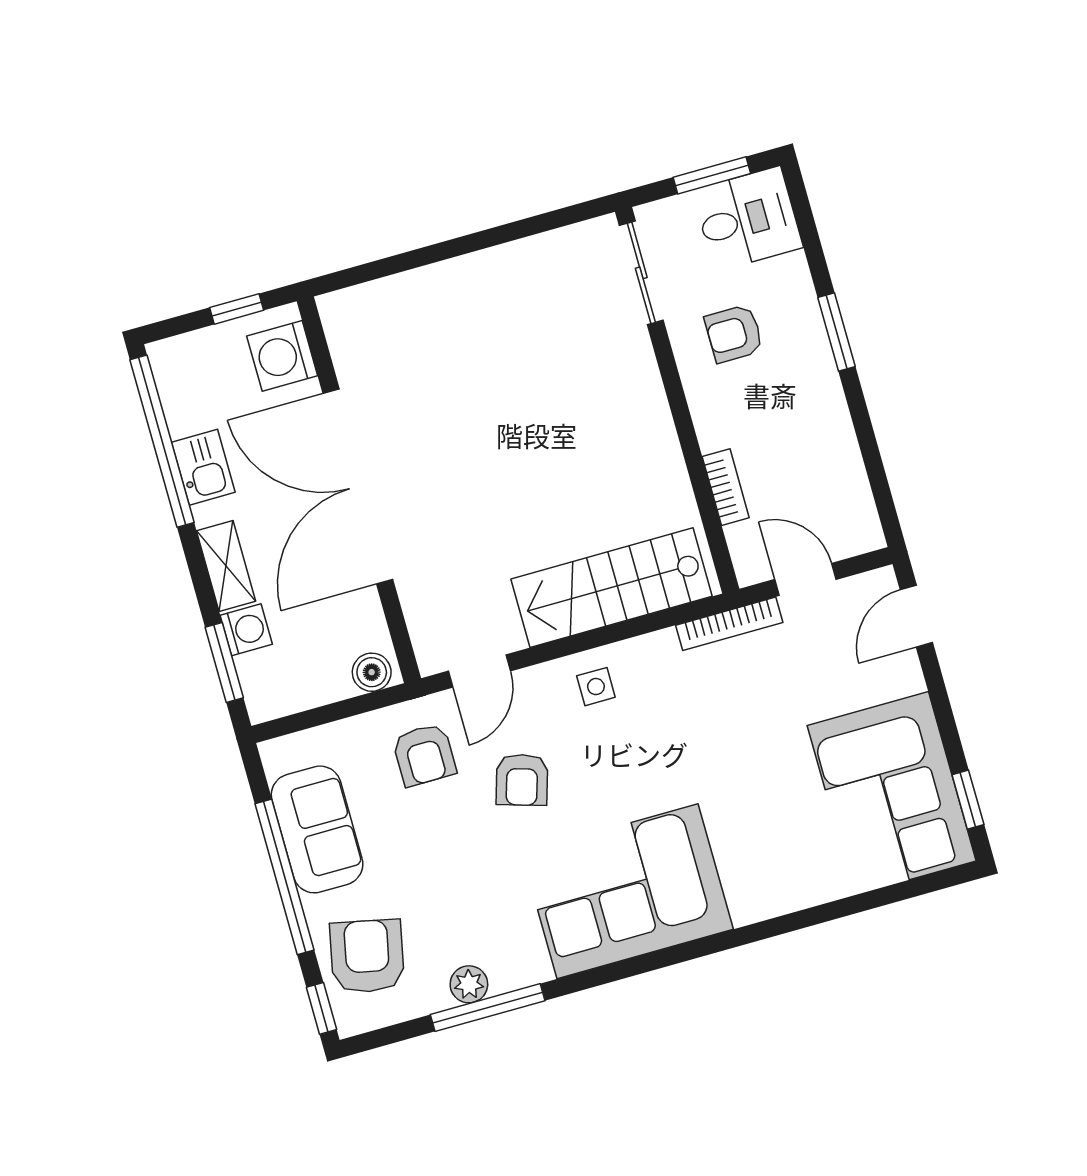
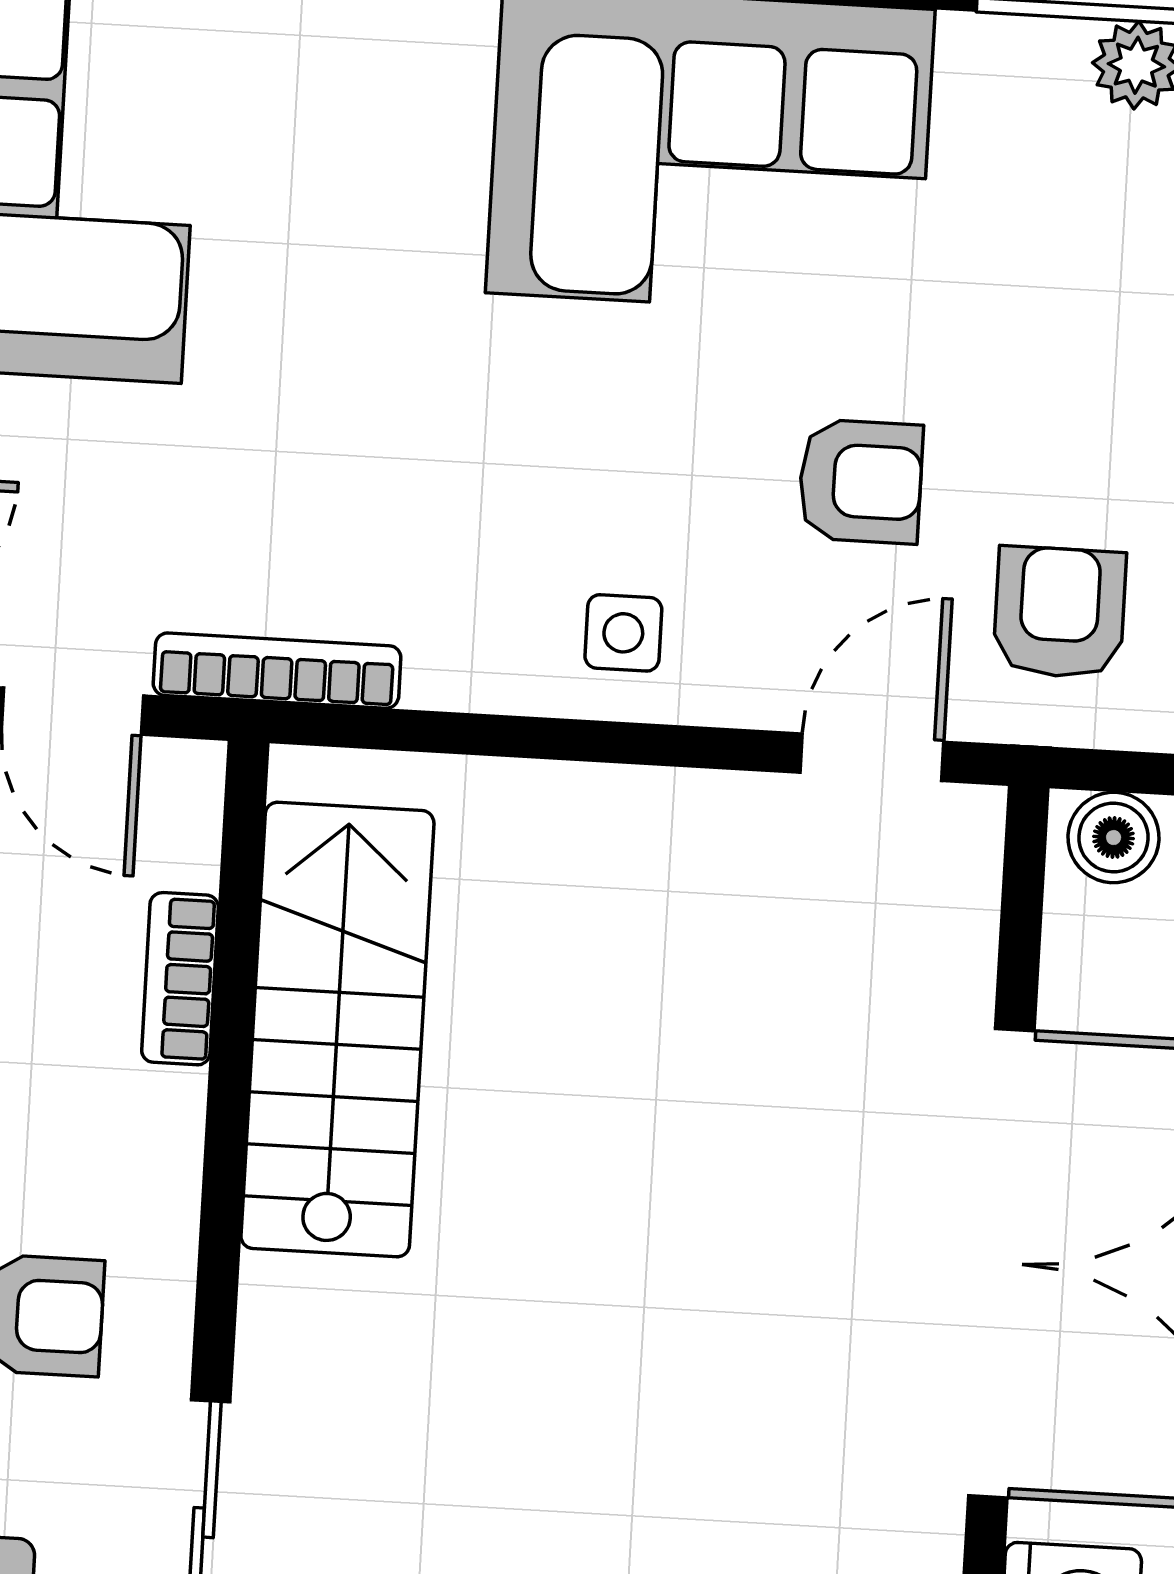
stairs: (611, 588) -> (337, 1029), moved, turned -90
armchair: (522, 780) -> (861, 481), turned 73

